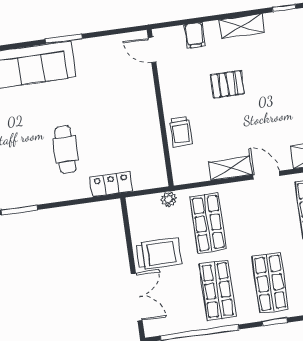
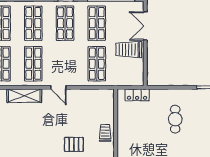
trolley: (181, 132) -> (105, 133), moved
shelving: (231, 168) -> (79, 94), removed
locker: (111, 184) -> (137, 95), moved
plant: (169, 199) -> (118, 81), removed

